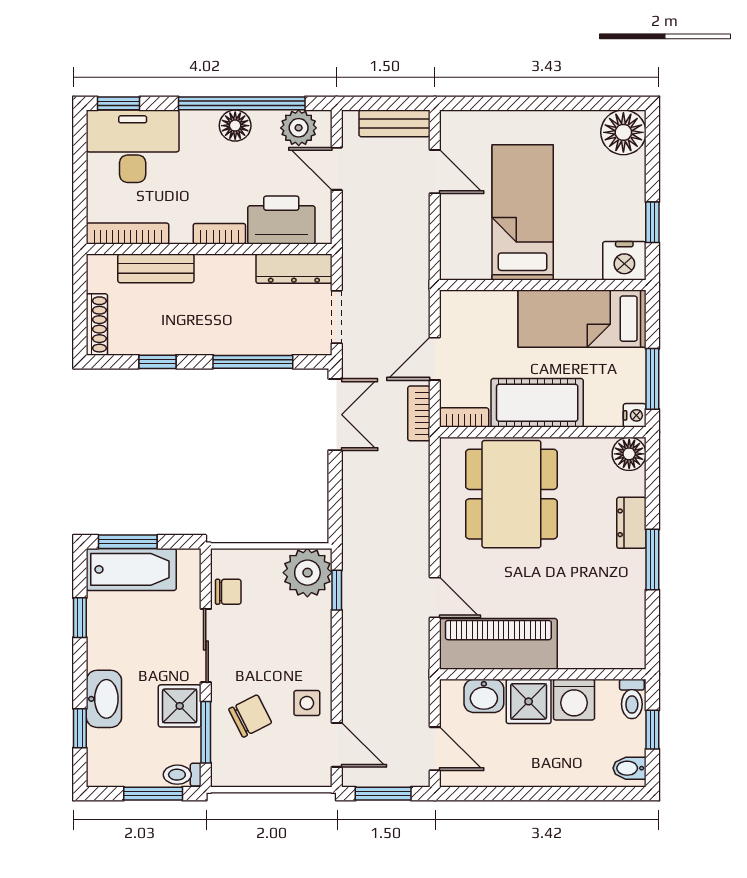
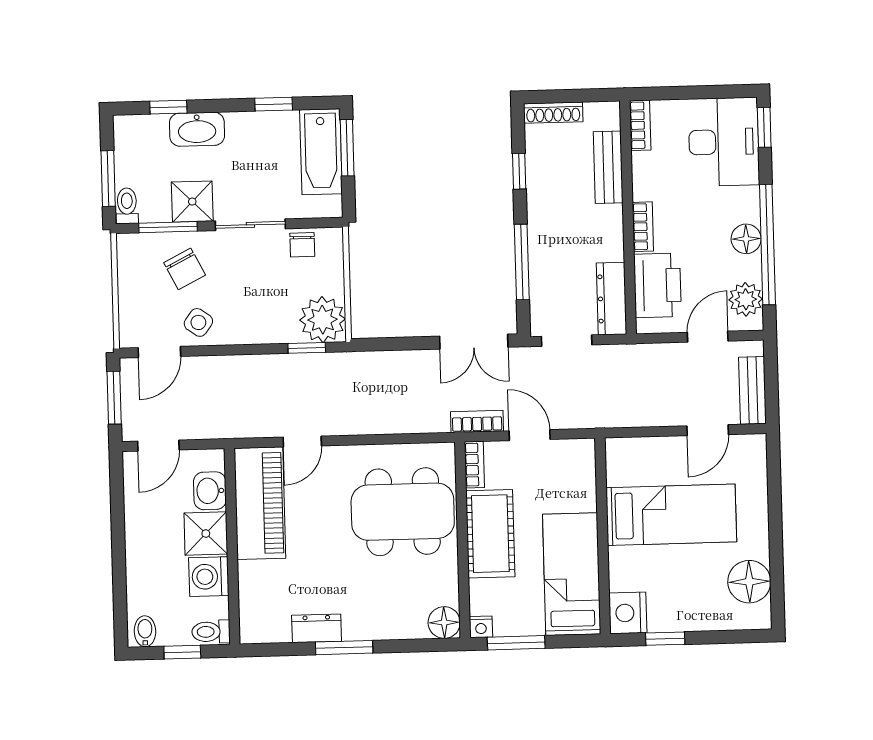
floor lamp: (623, 132) -> (749, 582), moved
bookcase: (128, 233) -> (640, 125), width x0.64
dresser: (631, 523) -> (317, 628), moved
side table: (307, 703) -> (198, 322), turned 36

